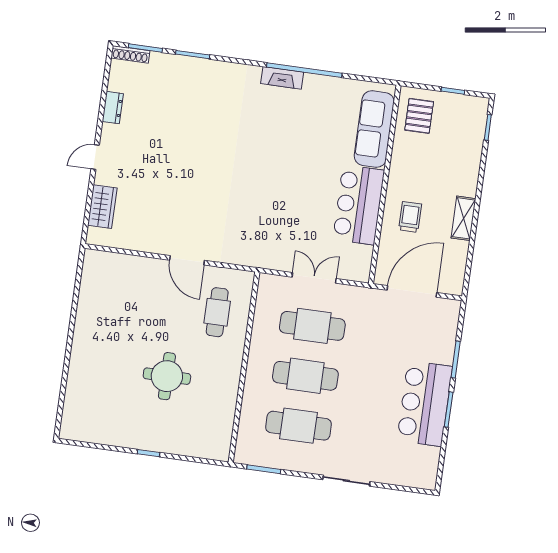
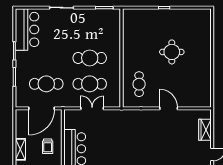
door: (187, 260) -> (169, 108), moved
double door: (314, 278) -> (92, 108), swing flipped
round table: (167, 376) -> (172, 52), moved
bar counter: (425, 403) -> (27, 29), moved
cafe table: (298, 426) -> (46, 84), moved

